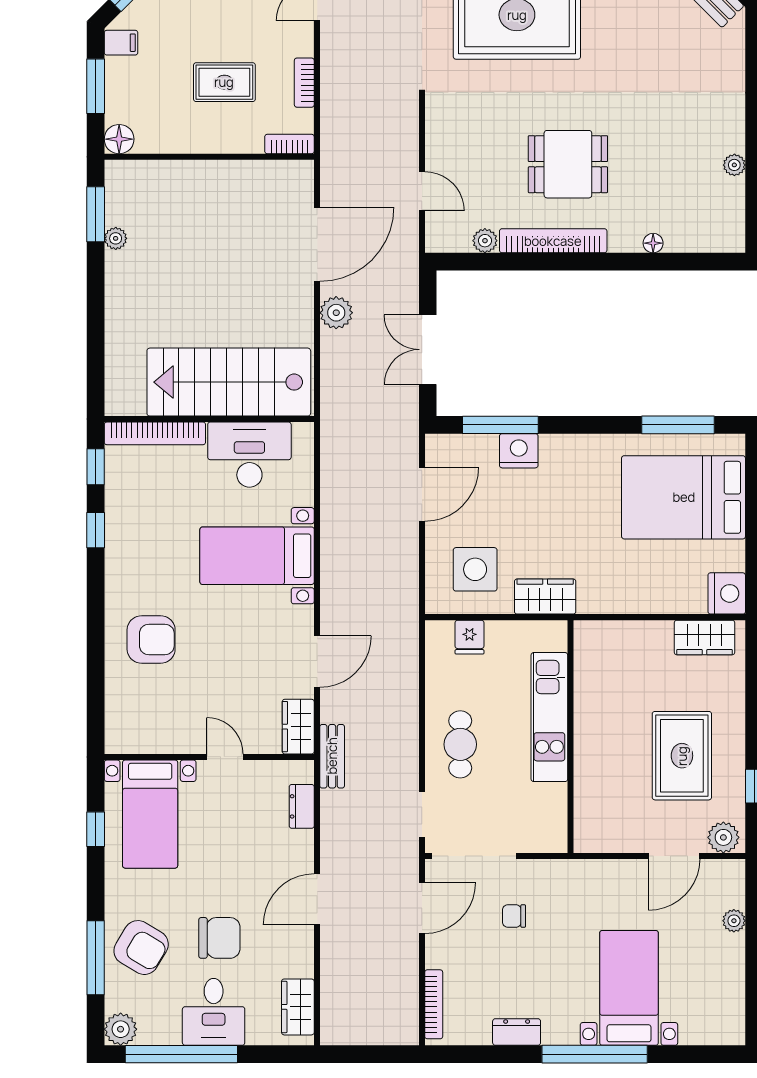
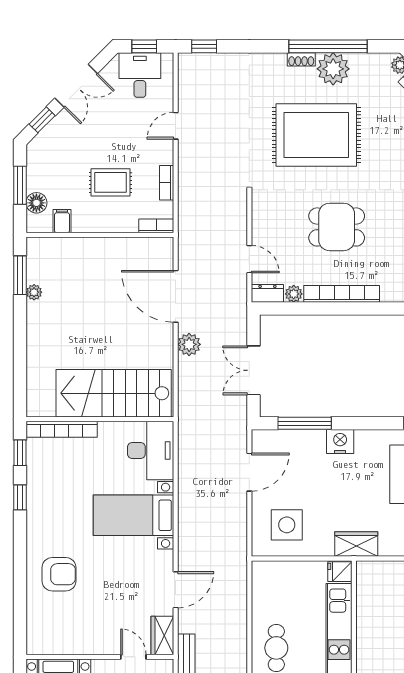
filing cabinet: (121, 43) -> (62, 221), moved, turned -90
floor lamp: (119, 139) -> (36, 203), moved
dining table: (568, 164) -> (337, 227), moved
dresser: (448, 240) -> (267, 293), added
door: (317, 244) -> (176, 296), swing flipped
nightstand: (519, 451) -> (340, 442), moved
desk: (249, 455) -> (151, 450), moved, turned 90
wardrobe: (545, 596) -> (356, 544), moved
fridge: (469, 637) -> (340, 572), moved, turned 90
door: (225, 757) -> (133, 657), moved

